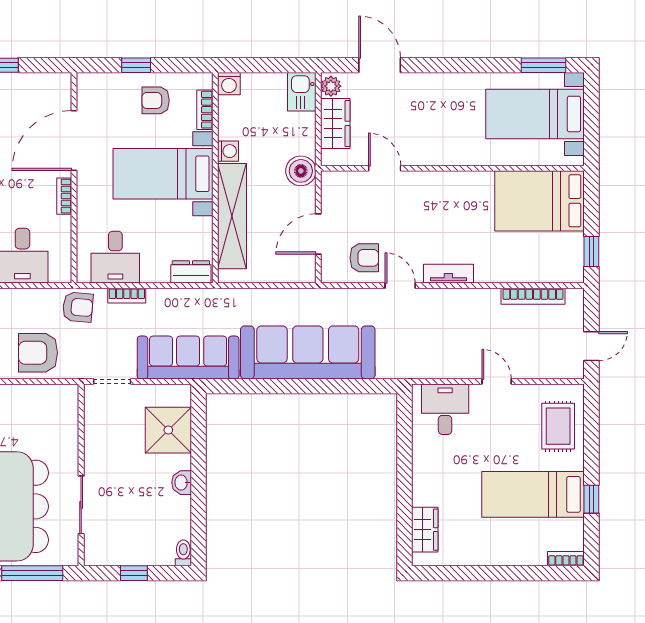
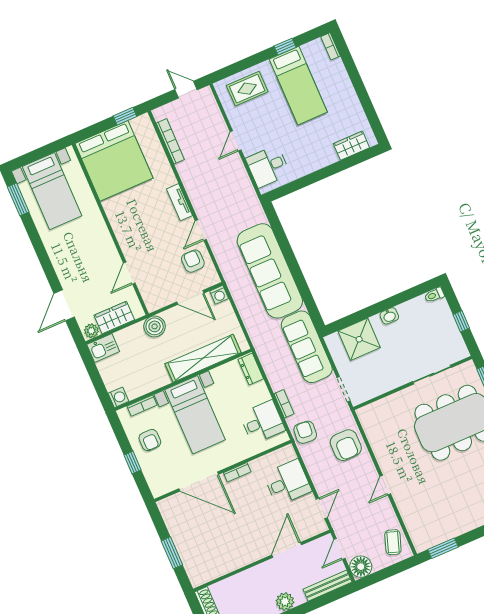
washing machine: (228, 151) -> (219, 295), moved, turned 180
bed: (539, 201) -> (114, 161), width x1.36

